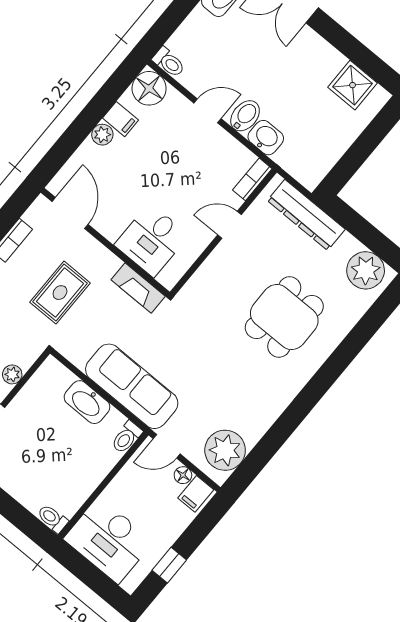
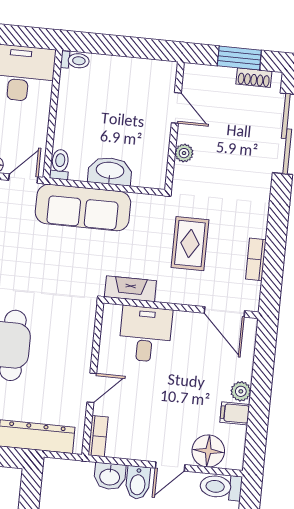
toilet: (169, 62) -> (221, 487), width x1.37, depth x1.39
floor lamp: (149, 88) -> (208, 451), moved

